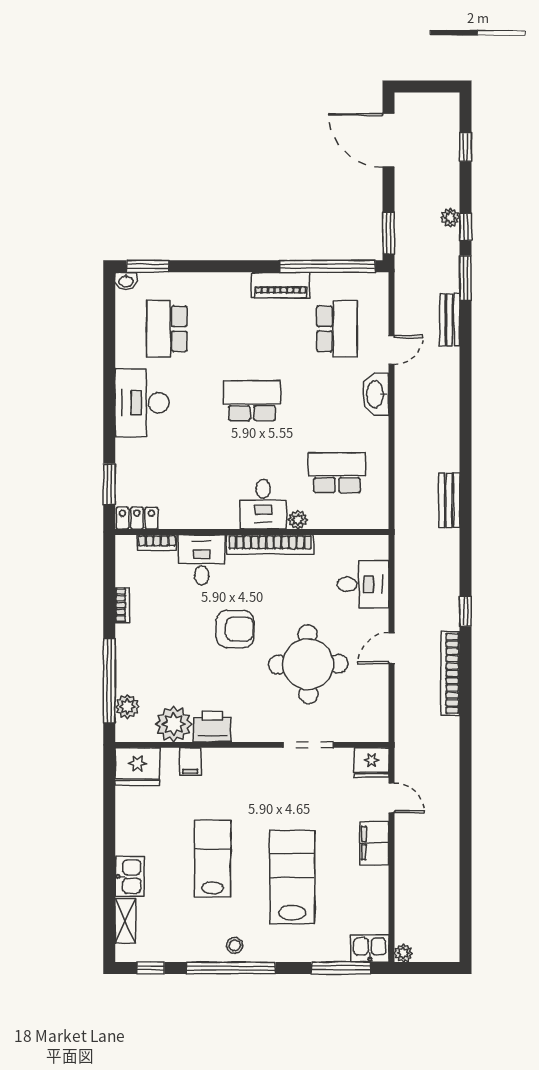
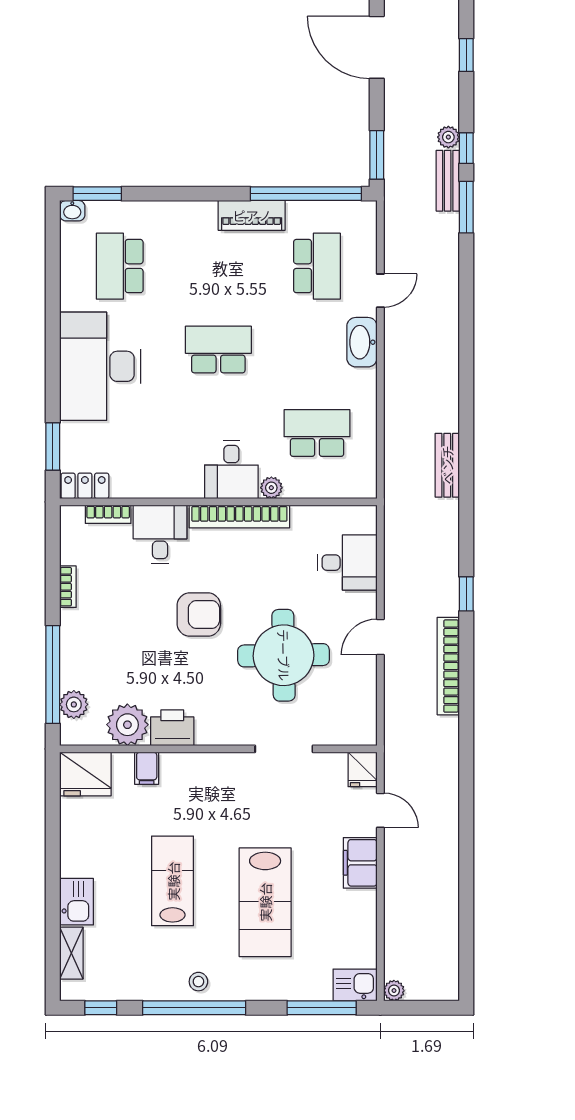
bench: (450, 320) -> (448, 181), moved
desk: (142, 403) -> (100, 366), width x1.36, depth x1.30
fridge: (371, 763) -> (363, 769), width x0.72
lab bench: (292, 877) -> (265, 902), turned 180

